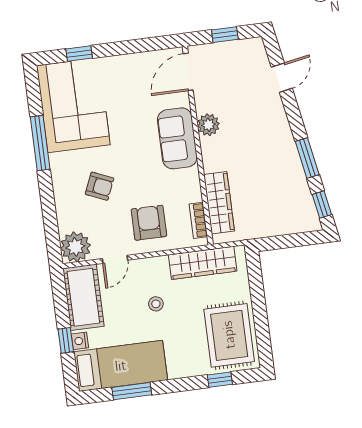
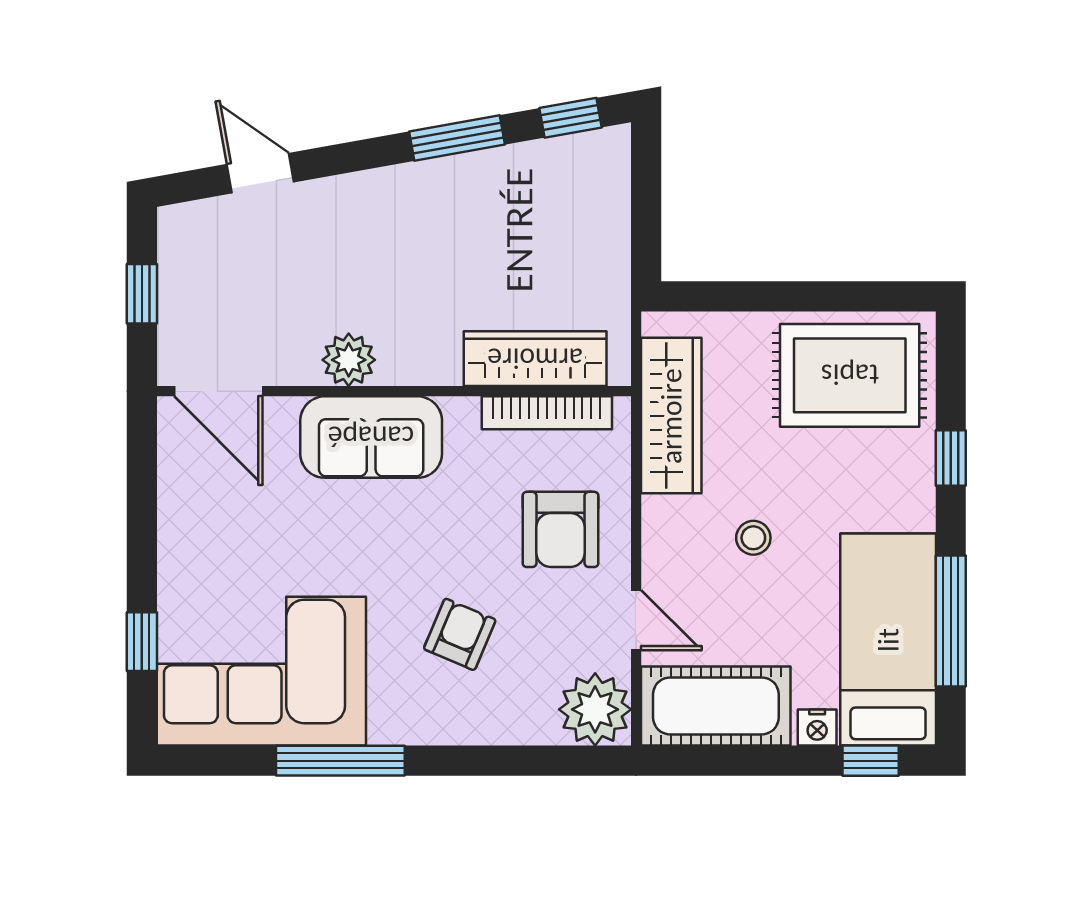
bookcase: (198, 220) -> (547, 413), width x1.56
armchair: (149, 223) -> (561, 529), turned -90
window: (66, 340) -> (871, 761), moved
window: (220, 380) -> (951, 458), moved
window: (132, 391) -> (951, 621), width x1.44

